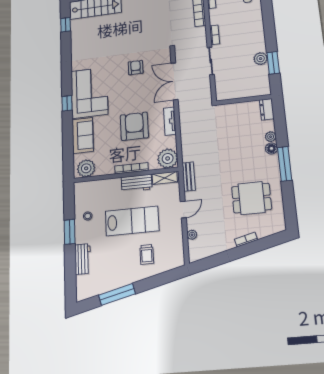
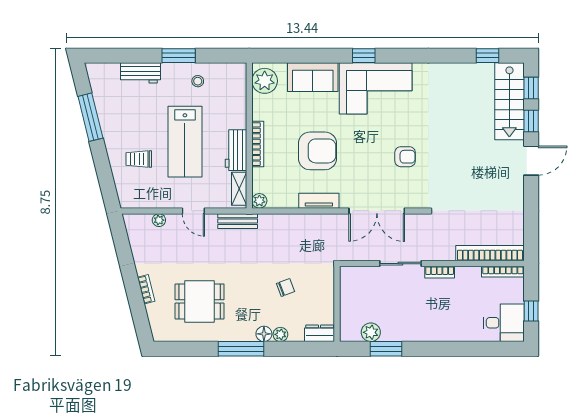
plant: (261, 59) -> (371, 332), moved
double door: (175, 81) -> (377, 211), swing flipped
chair: (235, 137) -> (285, 287), added
plant: (168, 158) -> (259, 201), width x0.53, depth x0.53
dining table: (252, 198) -> (200, 301), turned 90

